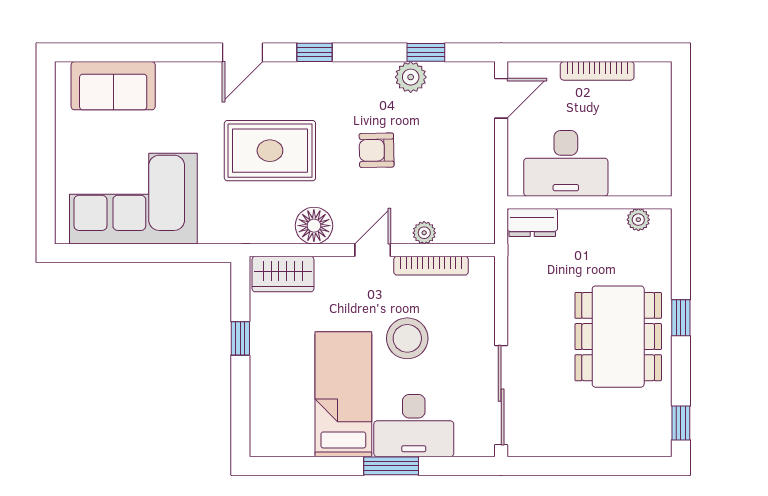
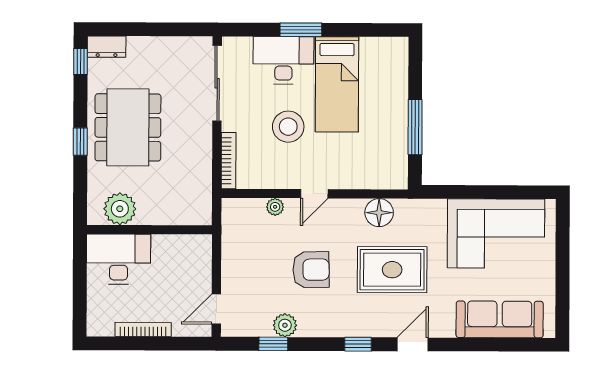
sofa: (113, 86) -> (500, 319), width x1.36
armchair: (377, 150) -> (311, 270), width x1.38, depth x1.38
desk: (566, 163) -> (119, 259), moved
plant: (638, 220) -> (120, 209), width x1.88, depth x1.88
dresser: (532, 222) -> (107, 47), moved, turned 180
floor lamp: (314, 226) -> (379, 213), moved
bookcase: (431, 266) -> (229, 161), moved, turned 90
wardrobe: (283, 274) -> (383, 176), removed
window: (240, 338) -> (415, 127), width x2.17

